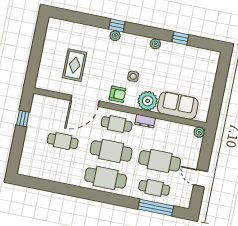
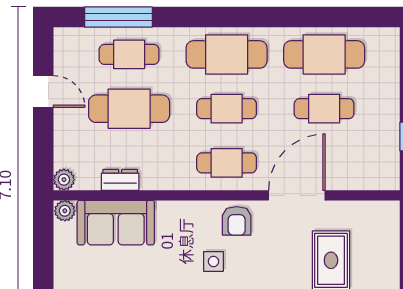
armchair: (118, 94) -> (237, 221), turned -90
plant: (148, 101) -> (65, 211), moved, width x0.53, depth x0.53
dresser: (145, 121) -> (120, 180), moved
cafe table: (111, 151) -> (227, 109), width x0.73, depth x0.74
cafe table: (57, 168) -> (324, 54), added

